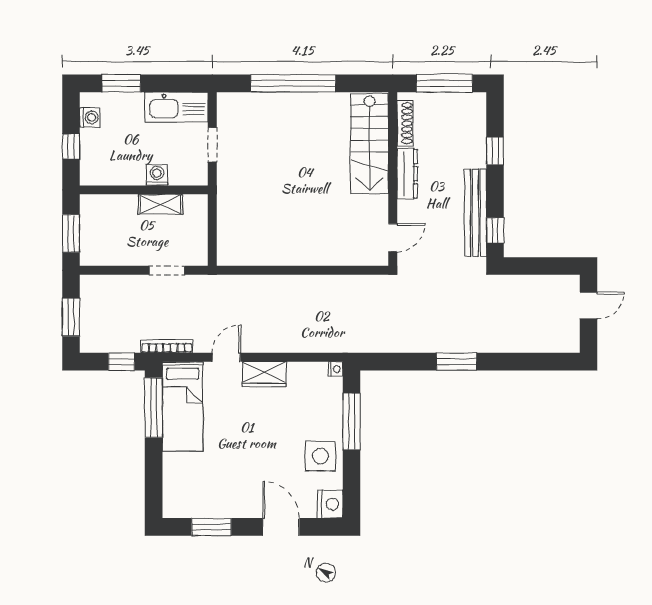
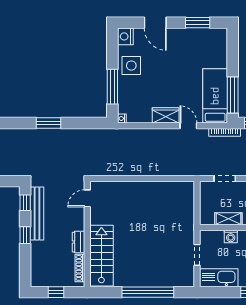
window: (444, 83) -> (56, 292), width x0.46
window: (495, 151) -> (25, 235), moved
dresser: (407, 174) -> (79, 242), width x0.70
door: (226, 357) -> (188, 126), swing flipped

